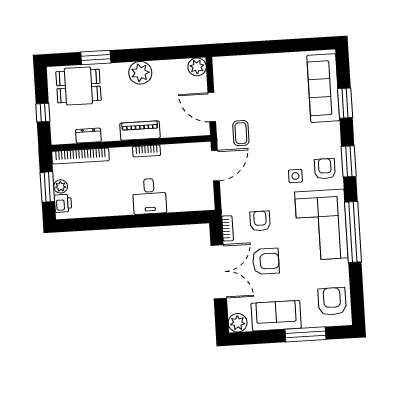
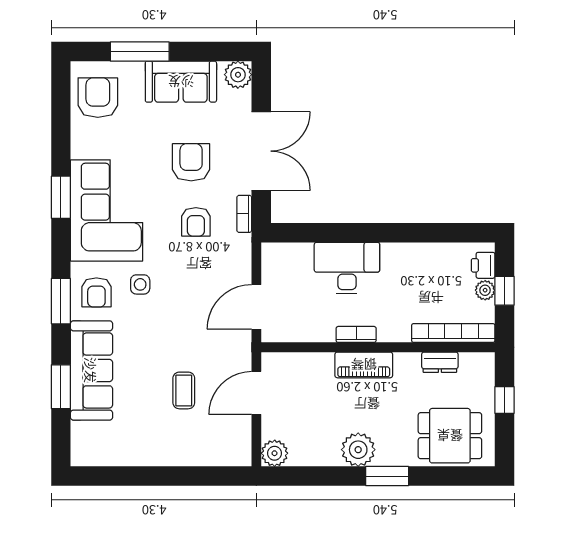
window: (96, 57) -> (387, 476), moved
sofa: (323, 88) -> (91, 370), moved
door: (212, 107) -> (256, 393), swing flipped
coffee table: (241, 133) -> (184, 390), moved
window: (47, 187) -> (505, 291), width x0.67
desk: (149, 196) -> (347, 268), width x1.37
window: (353, 232) -> (61, 197), width x0.47
armchair: (266, 261) -> (191, 162), turned 90
double door: (219, 272) -> (261, 151), swing flipped
armchair: (332, 301) -> (98, 98), turned 180

